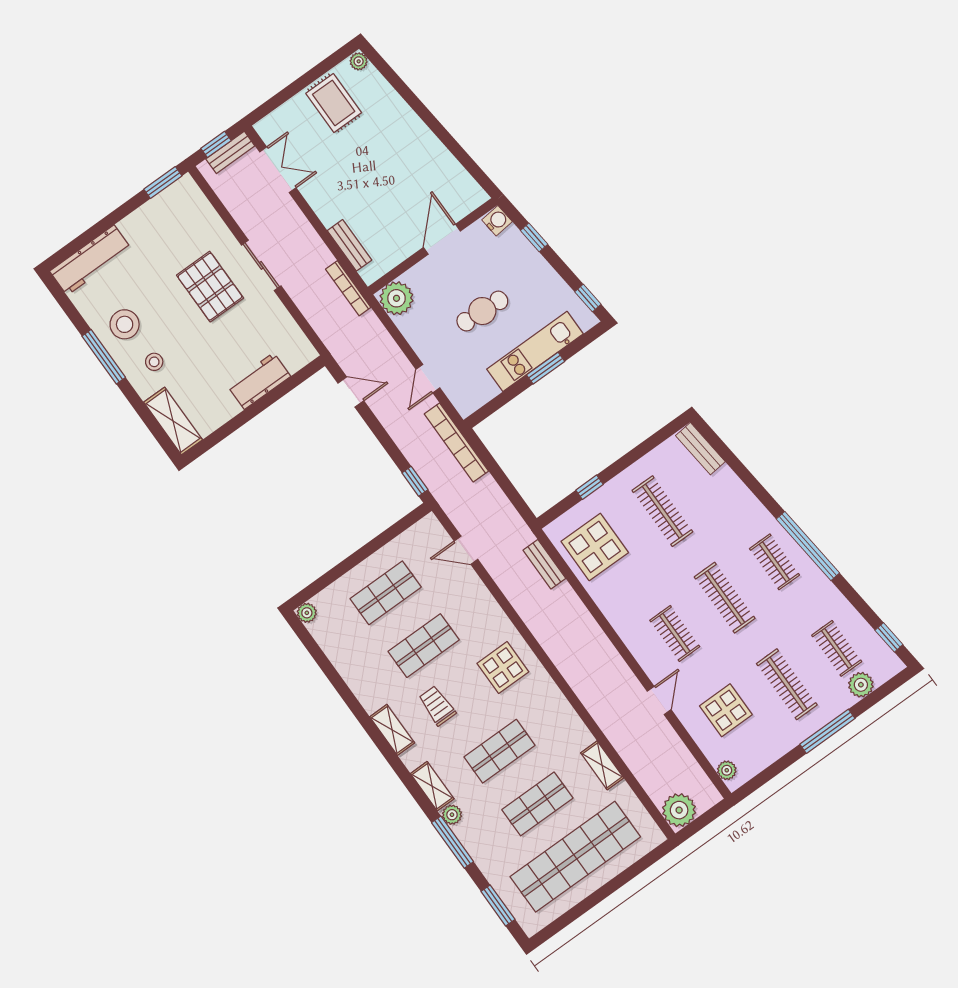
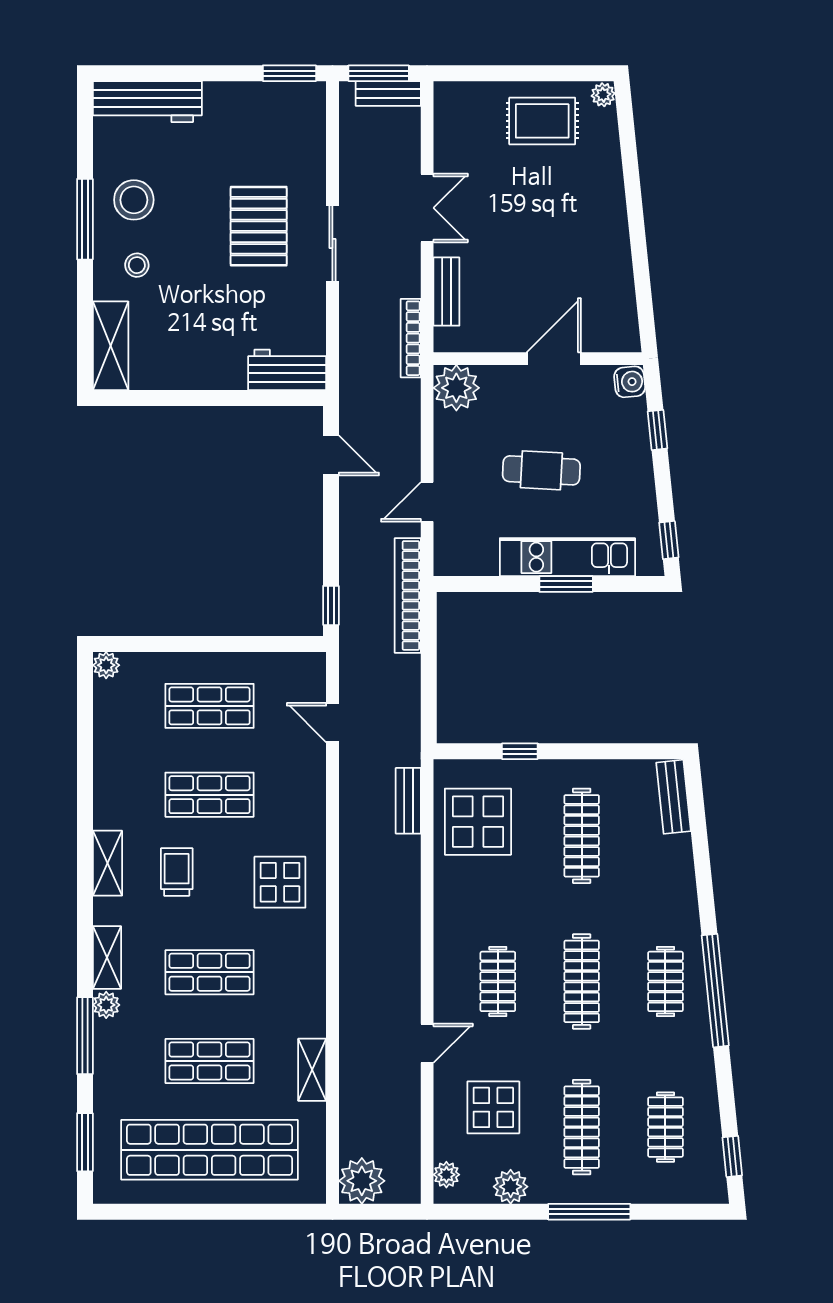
rug: (334, 103) -> (542, 121), turned 90
window: (216, 144) -> (379, 73), width x1.50
double door: (278, 170) -> (427, 208), moved
workbench: (259, 381) -> (287, 370), moved
plant: (861, 685) -> (511, 1187), moved

